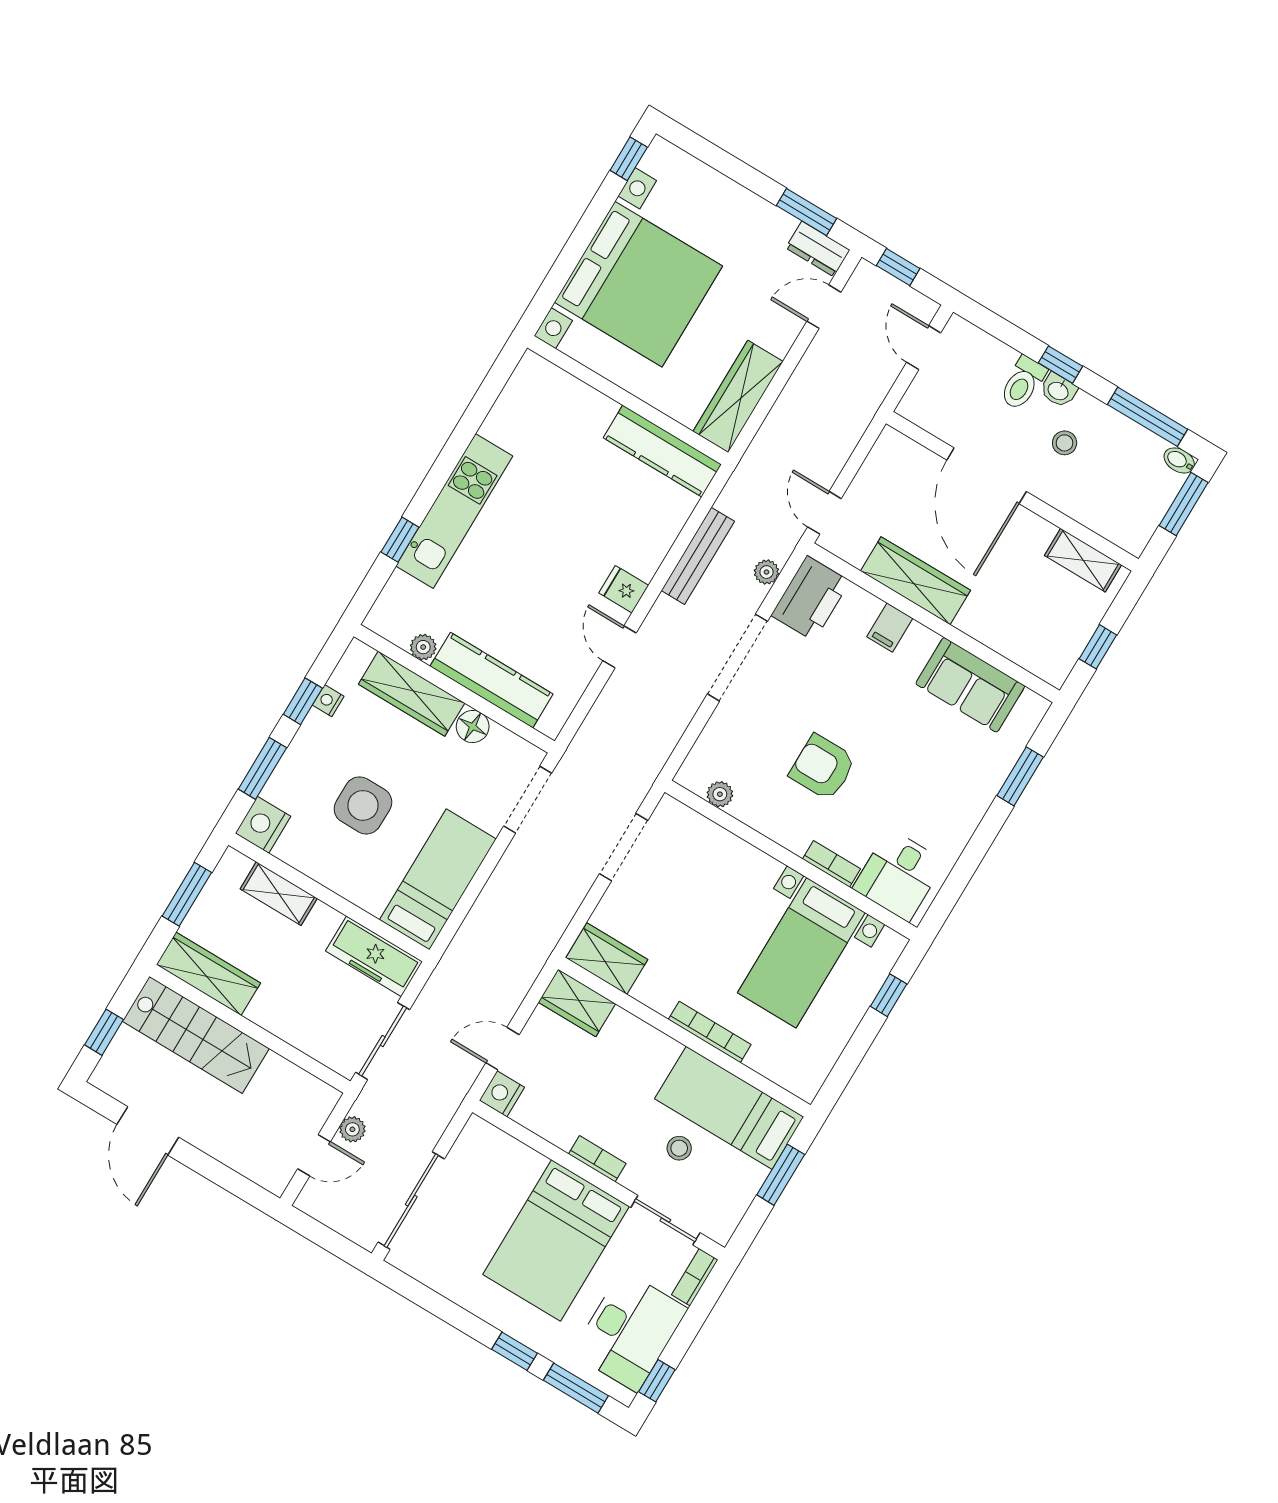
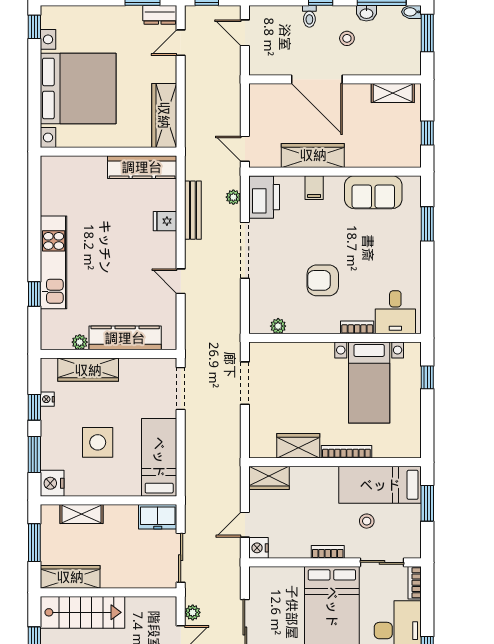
toilet: (1023, 383) -> (309, 16), width x0.73, depth x0.72
washbasin: (1058, 390) -> (366, 13), moved
fridge: (624, 589) -> (165, 221), moved
floor lamp: (473, 726) -> (130, 368), removed
freezer: (374, 956) -> (158, 517), width x0.71
wardrobe: (607, 959) -> (298, 446), moved

